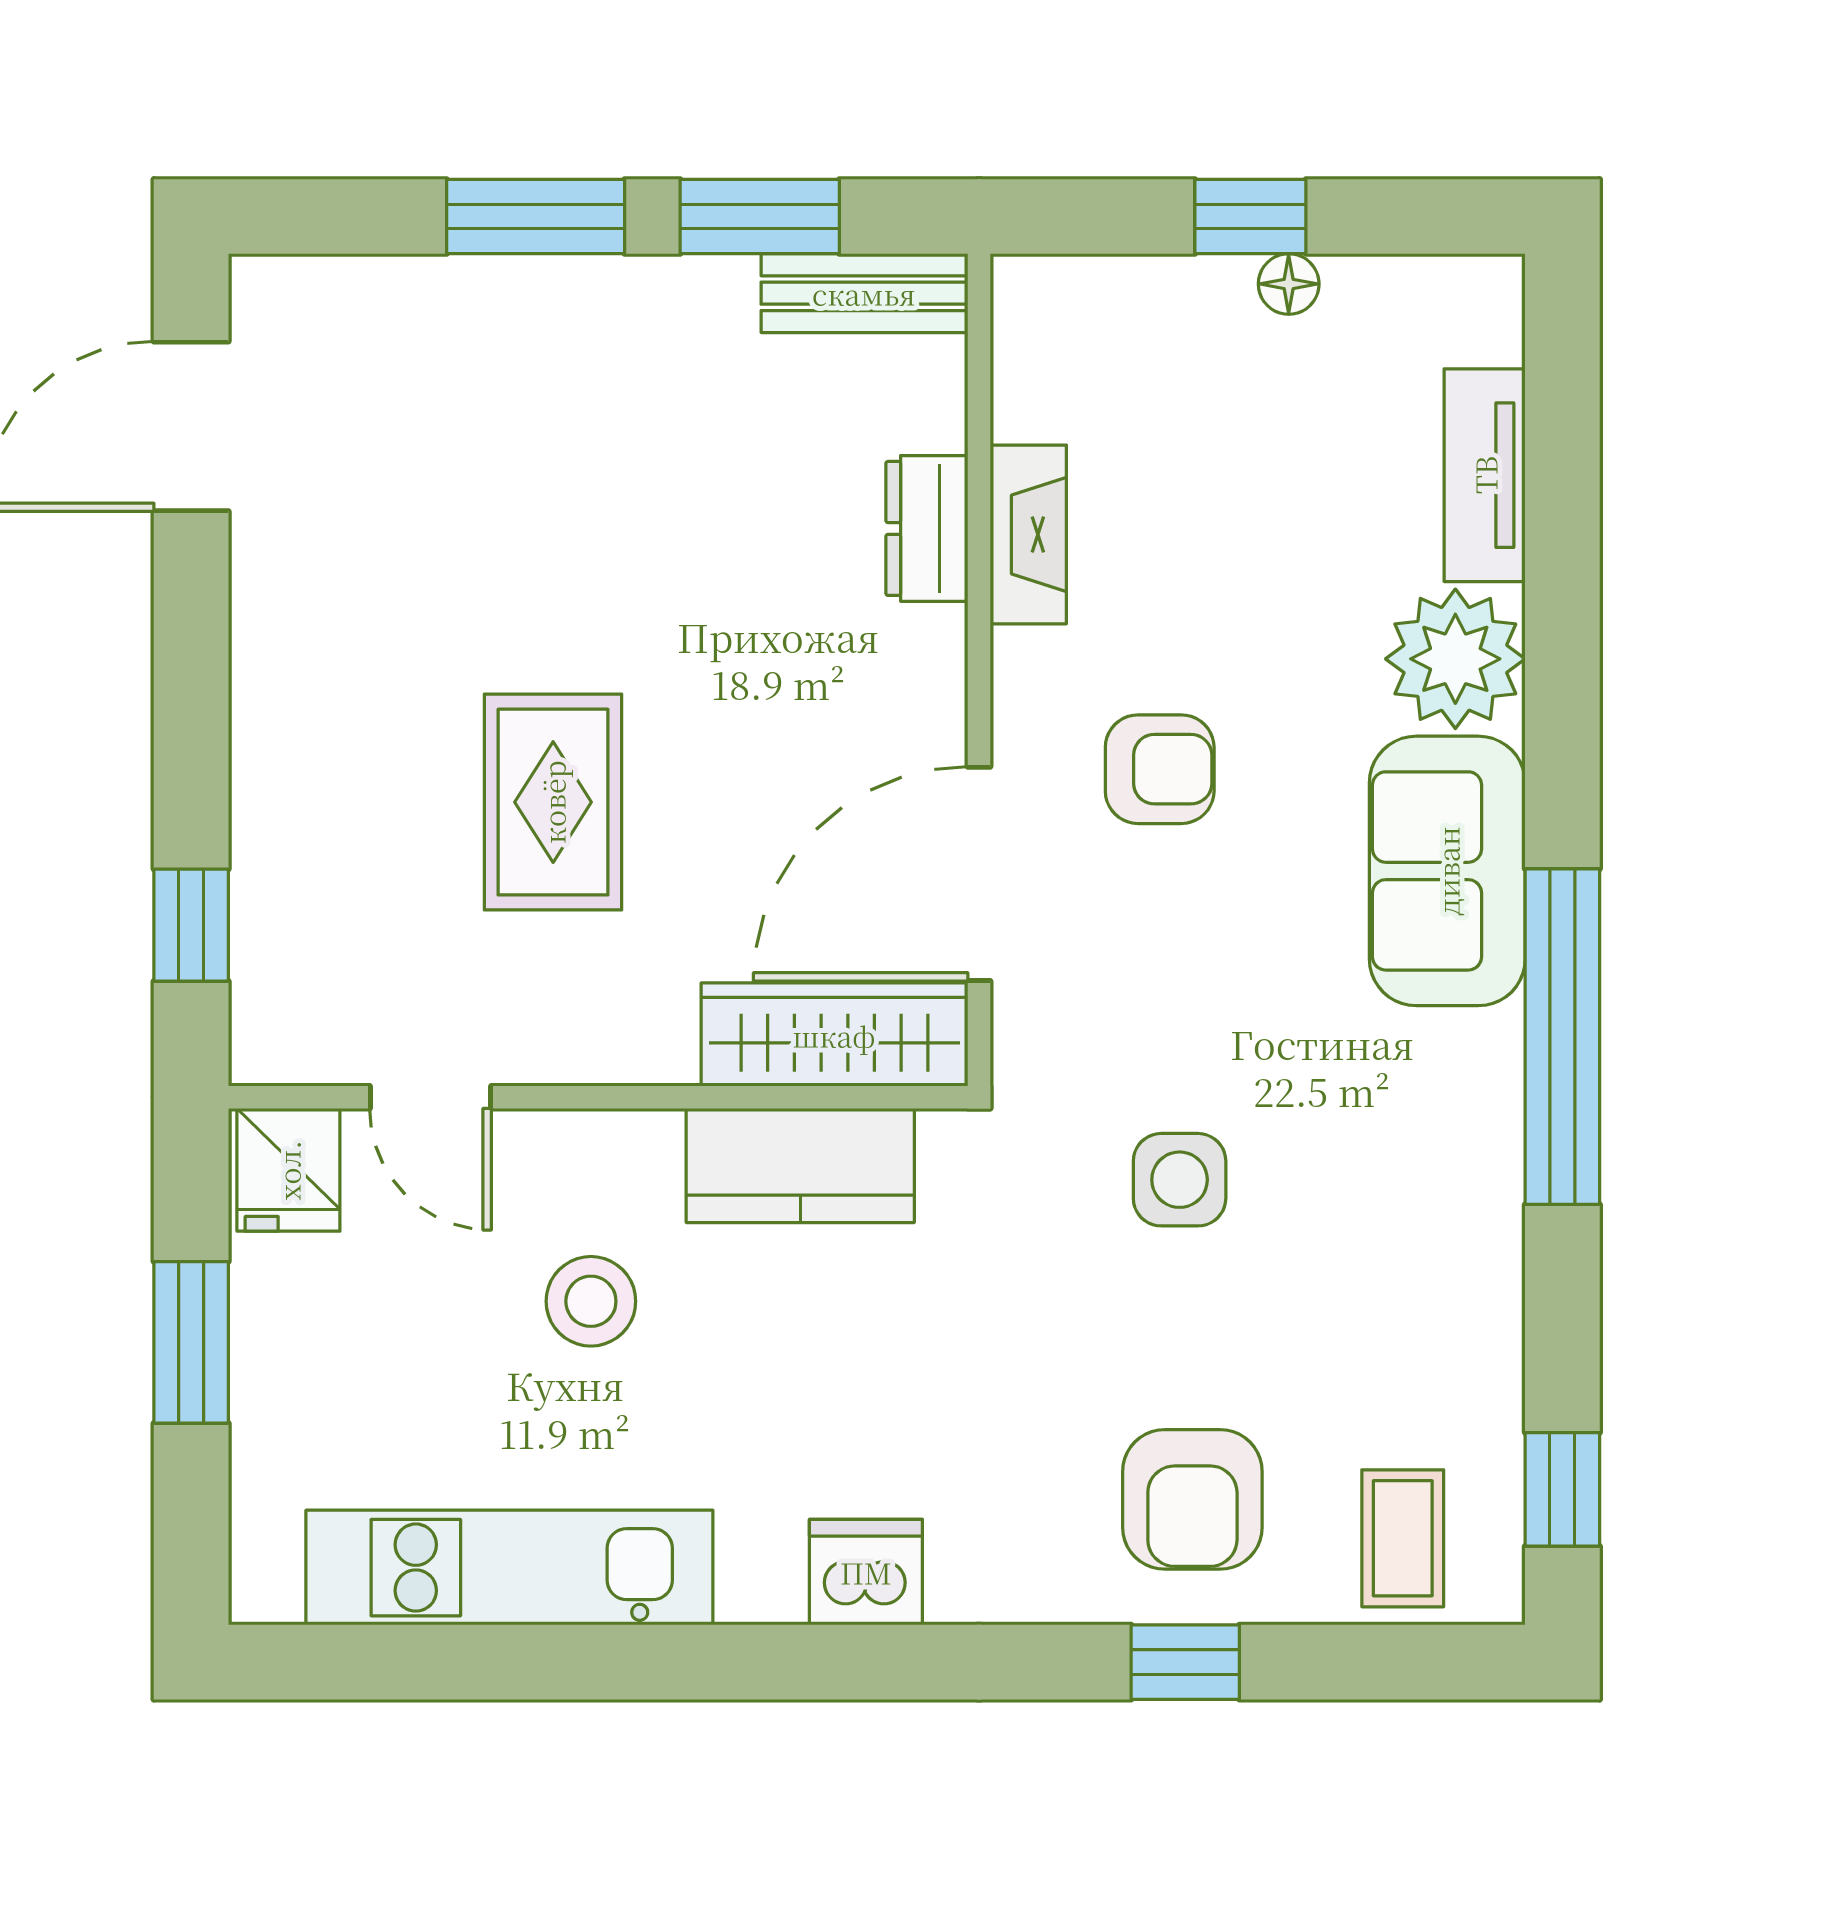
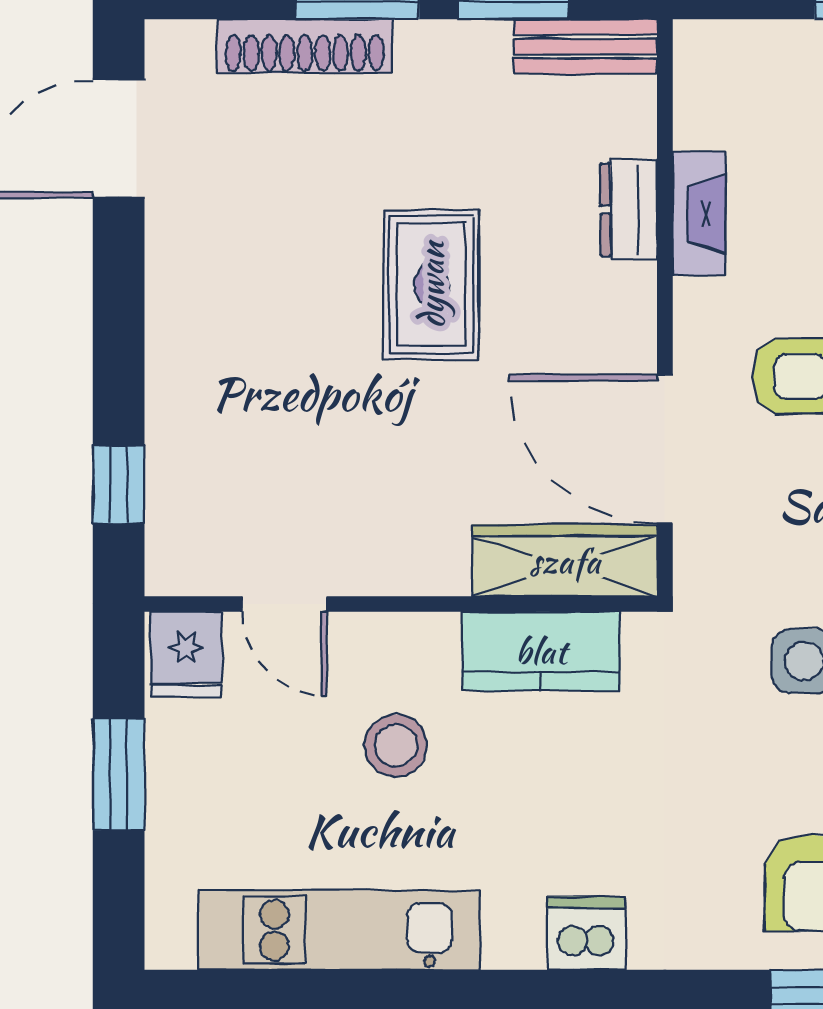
shoe rack: (460, 293) -> (305, 46), added
rug: (553, 802) -> (431, 285), moved
door: (979, 874) -> (665, 449), hinge flipped

